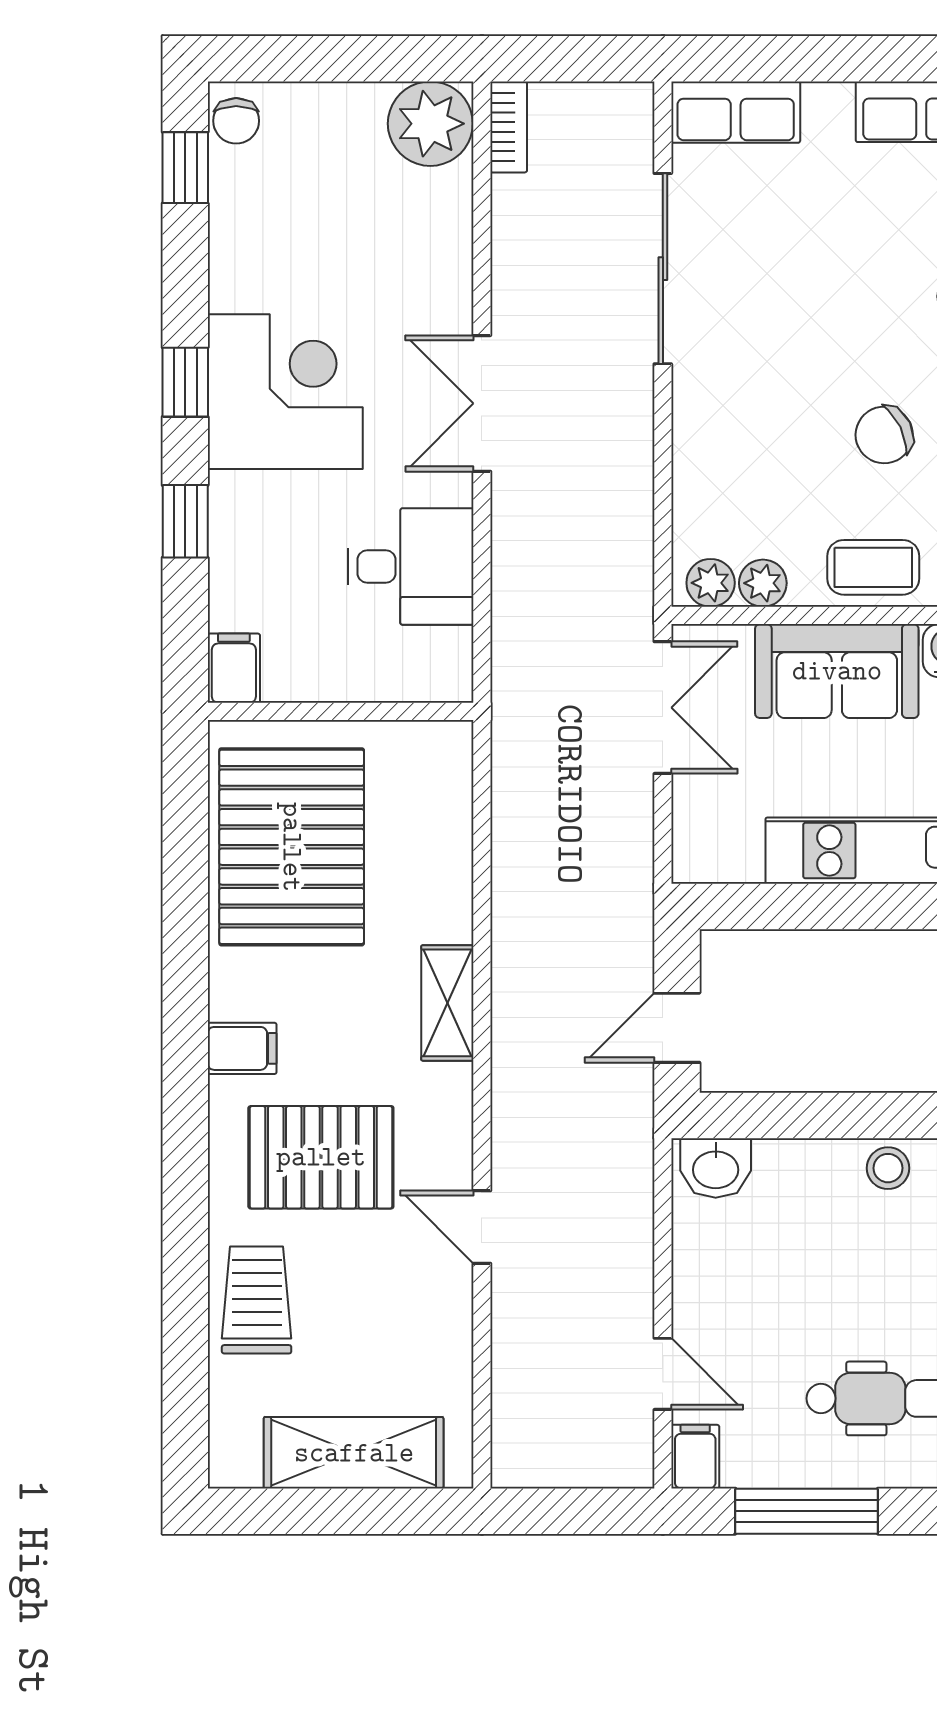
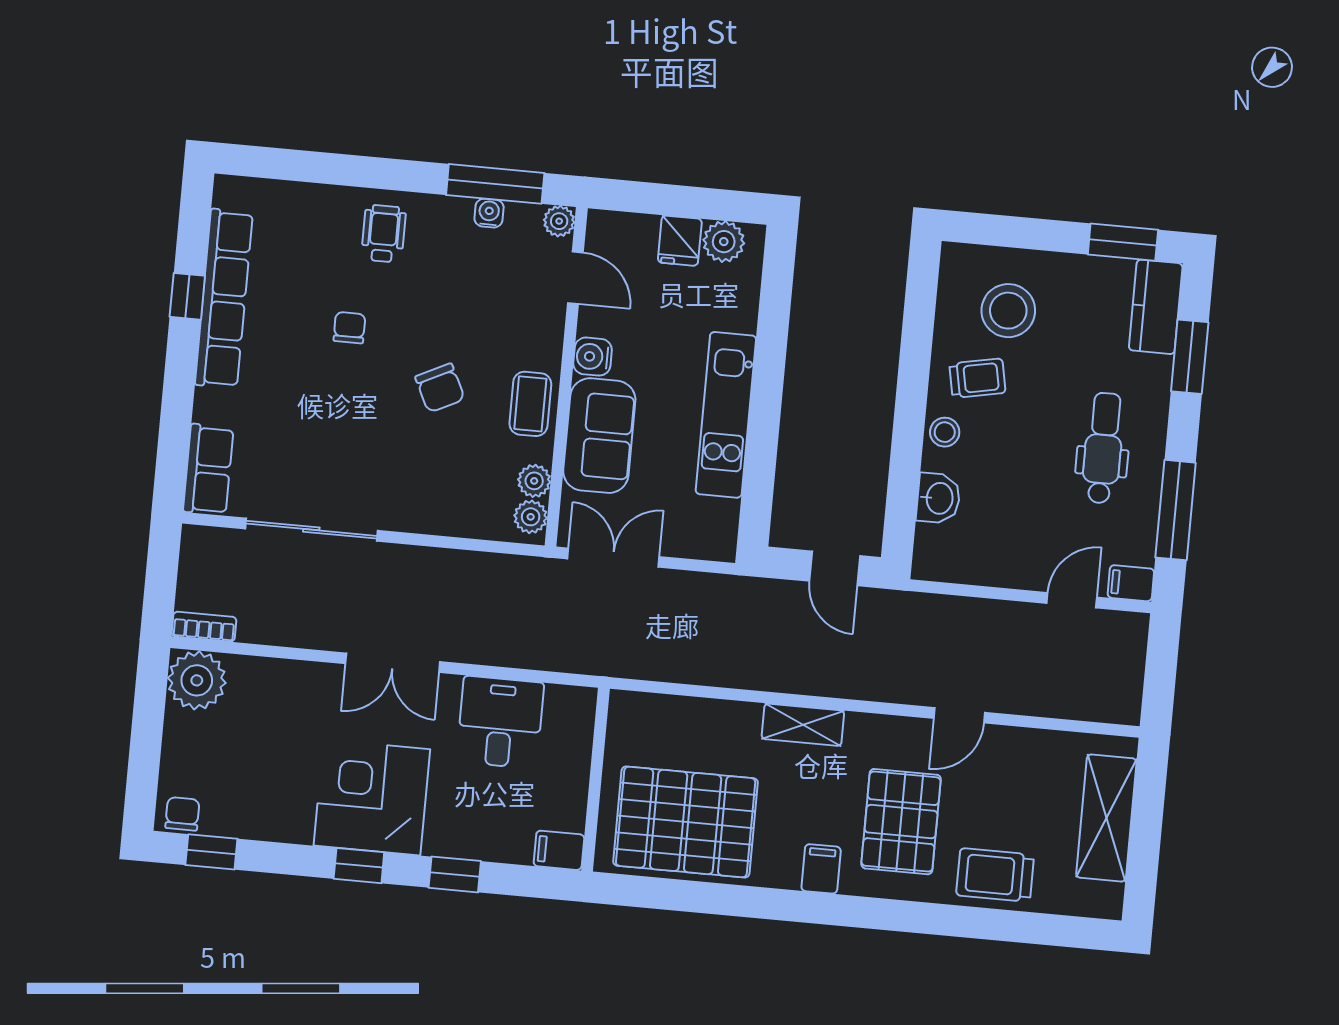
chair: (236, 121) -> (182, 814), turned -90
washbasin: (716, 1168) -> (938, 498), moved

